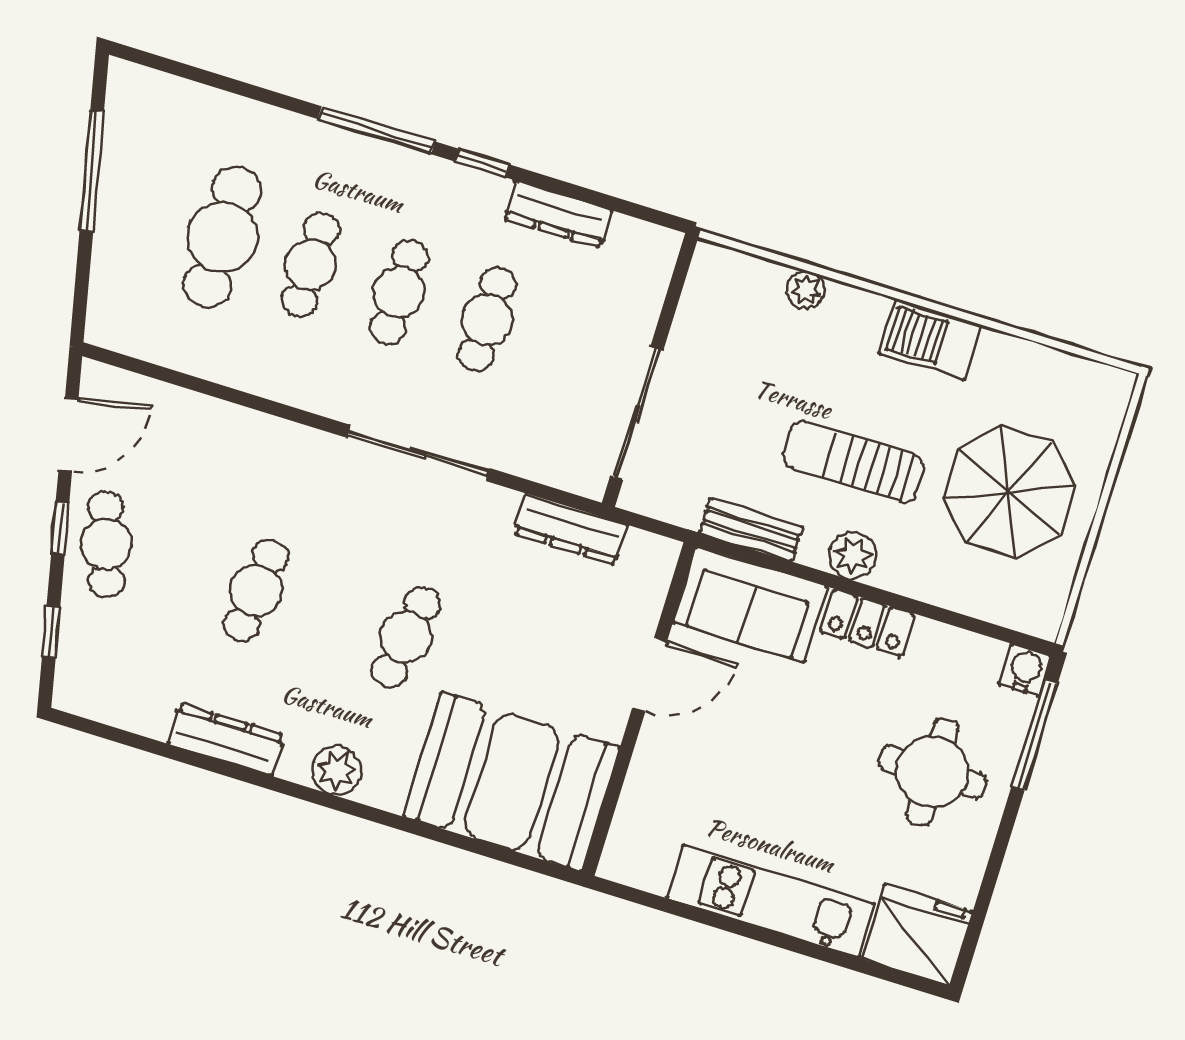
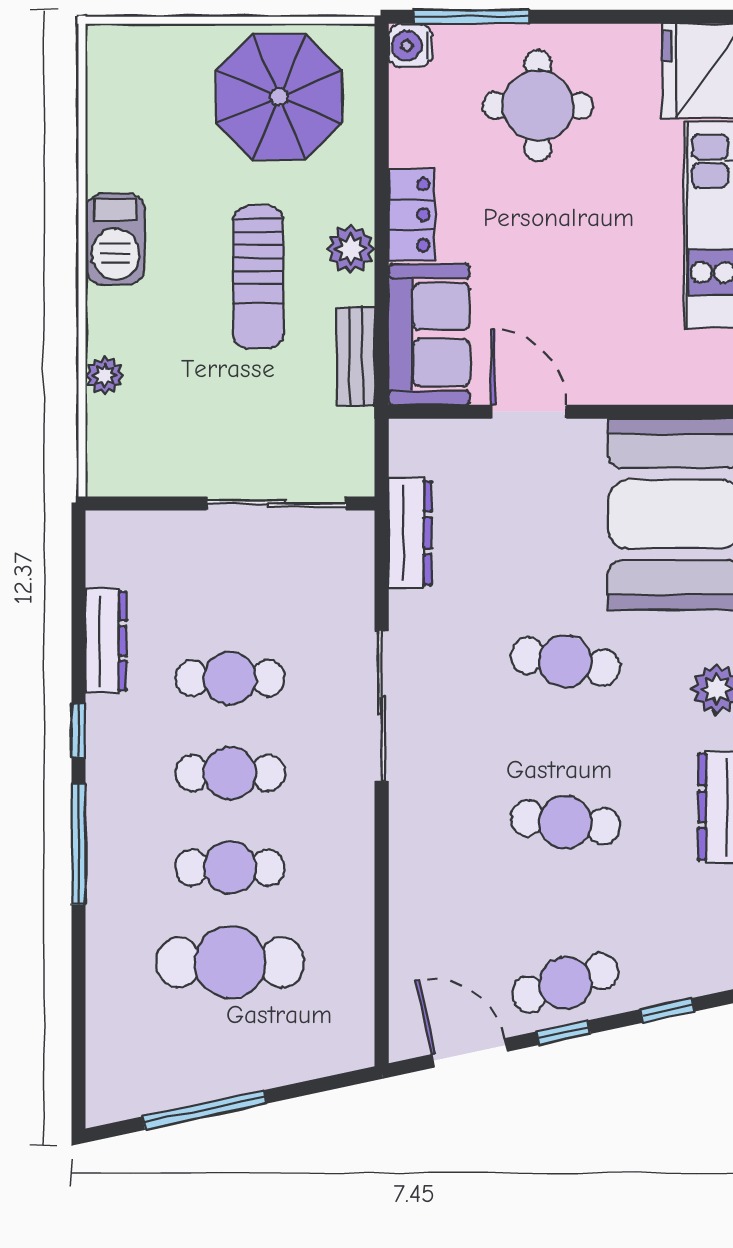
parasol: (1009, 492) -> (279, 97), moved

